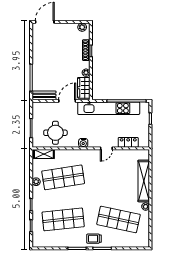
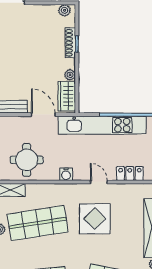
door: (67, 101) -> (43, 115), hinge flipped
door: (106, 148) -> (99, 182), swing flipped
display table: (103, 174) -> (95, 219), added

